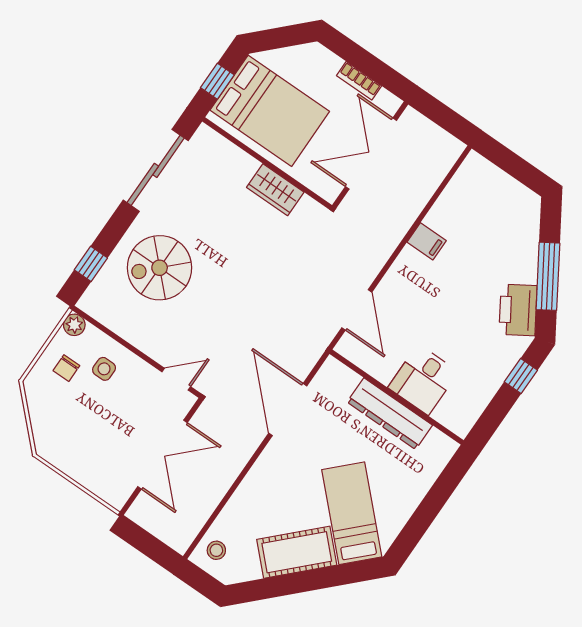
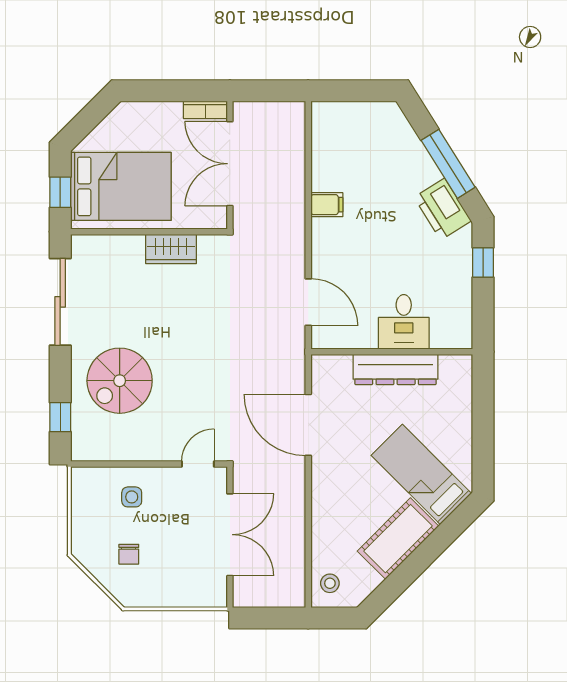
bookcase: (359, 81) -> (205, 110), moved
plant: (74, 325) -> (82, 477), removed
chair: (66, 368) -> (129, 554), moved

